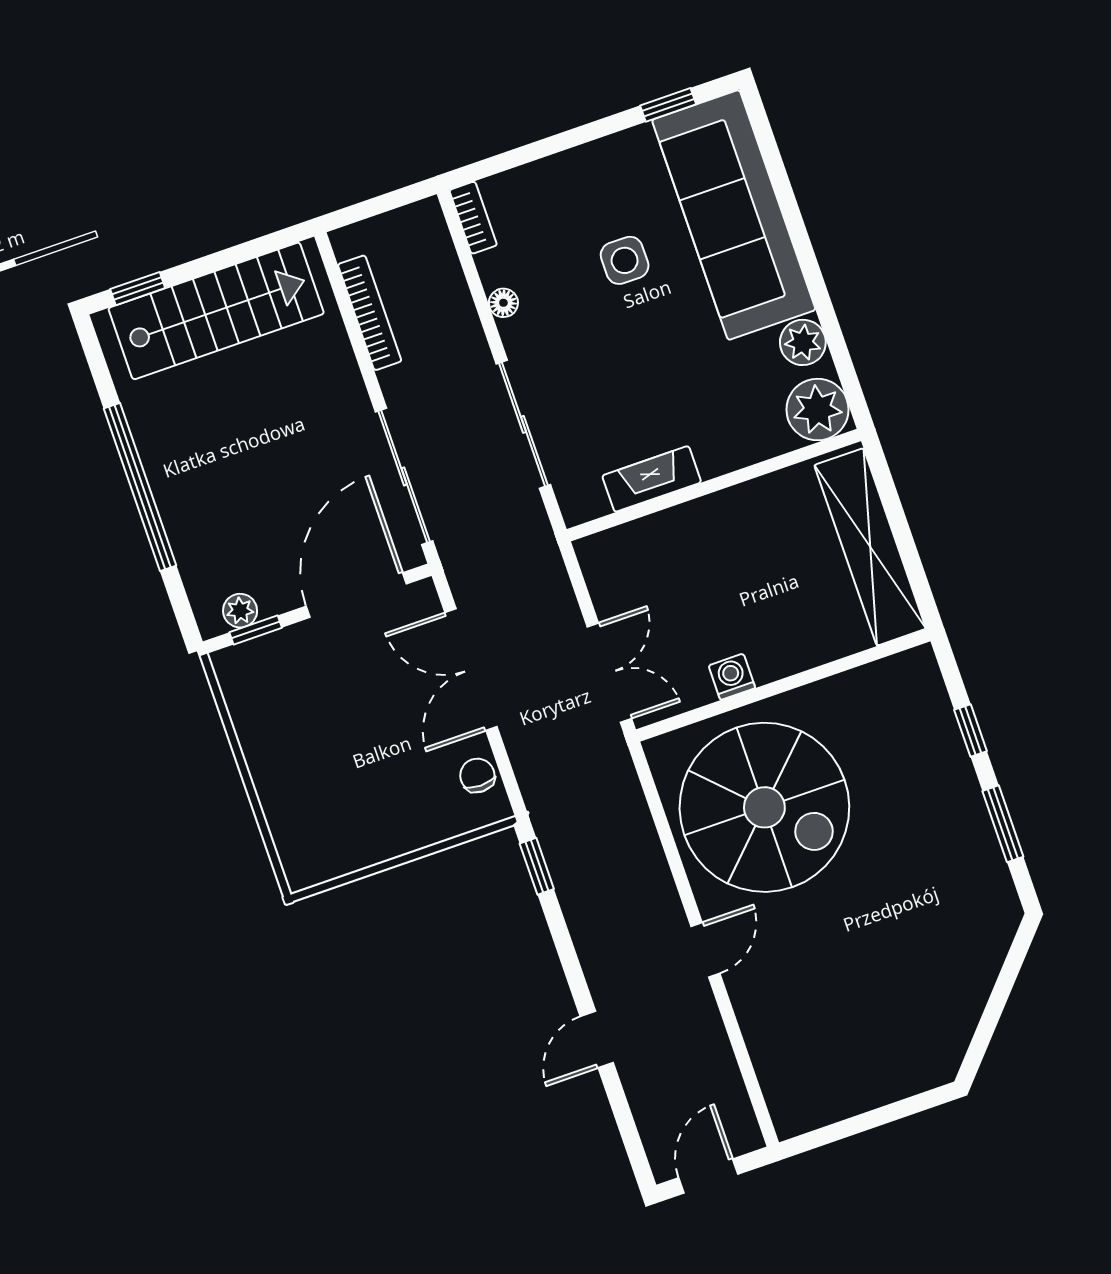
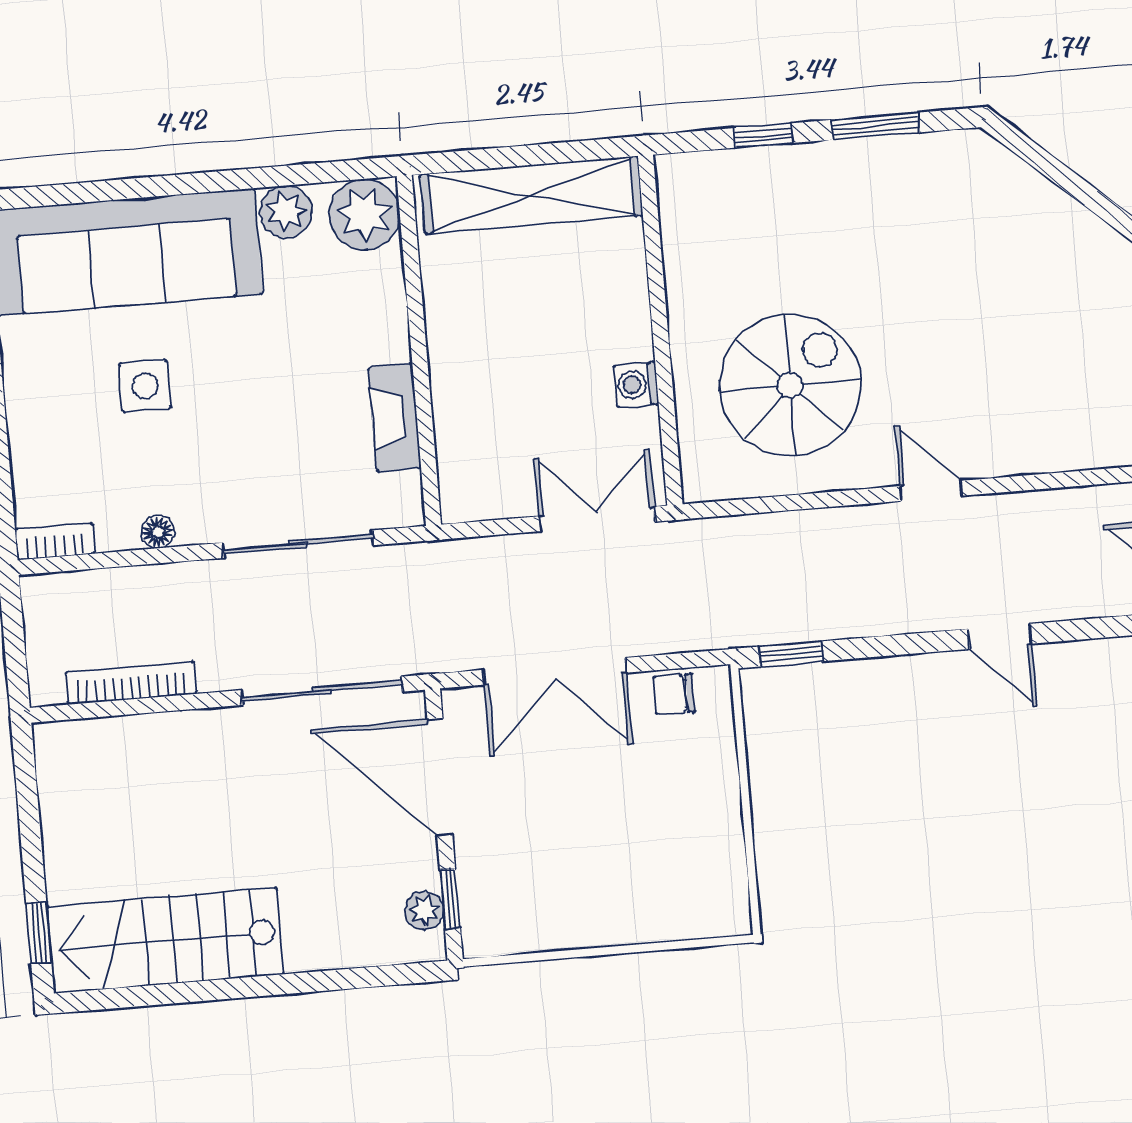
stairs: (216, 311) -> (165, 940), moved, turned -90
window: (140, 487) -> (259, 986), removed
spiral stairs: (764, 807) -> (790, 385), width x0.73, depth x0.73

